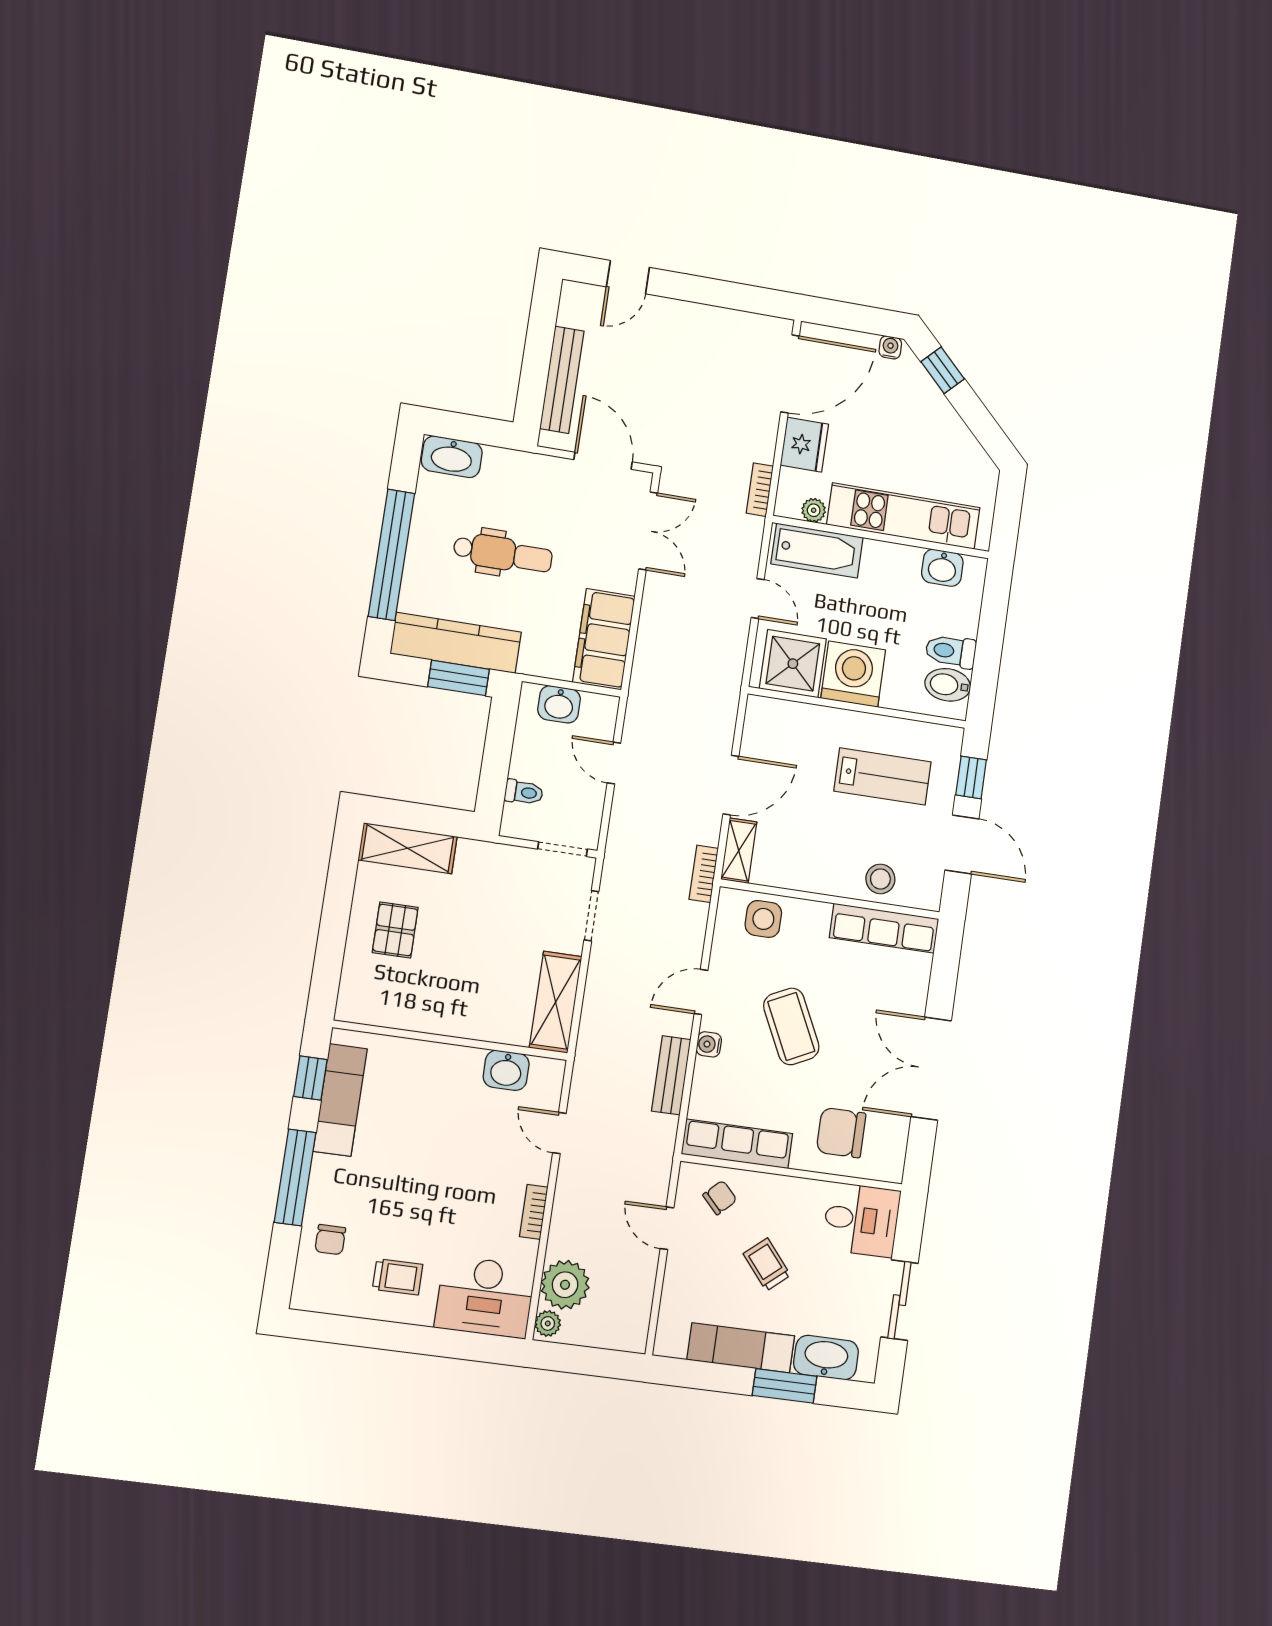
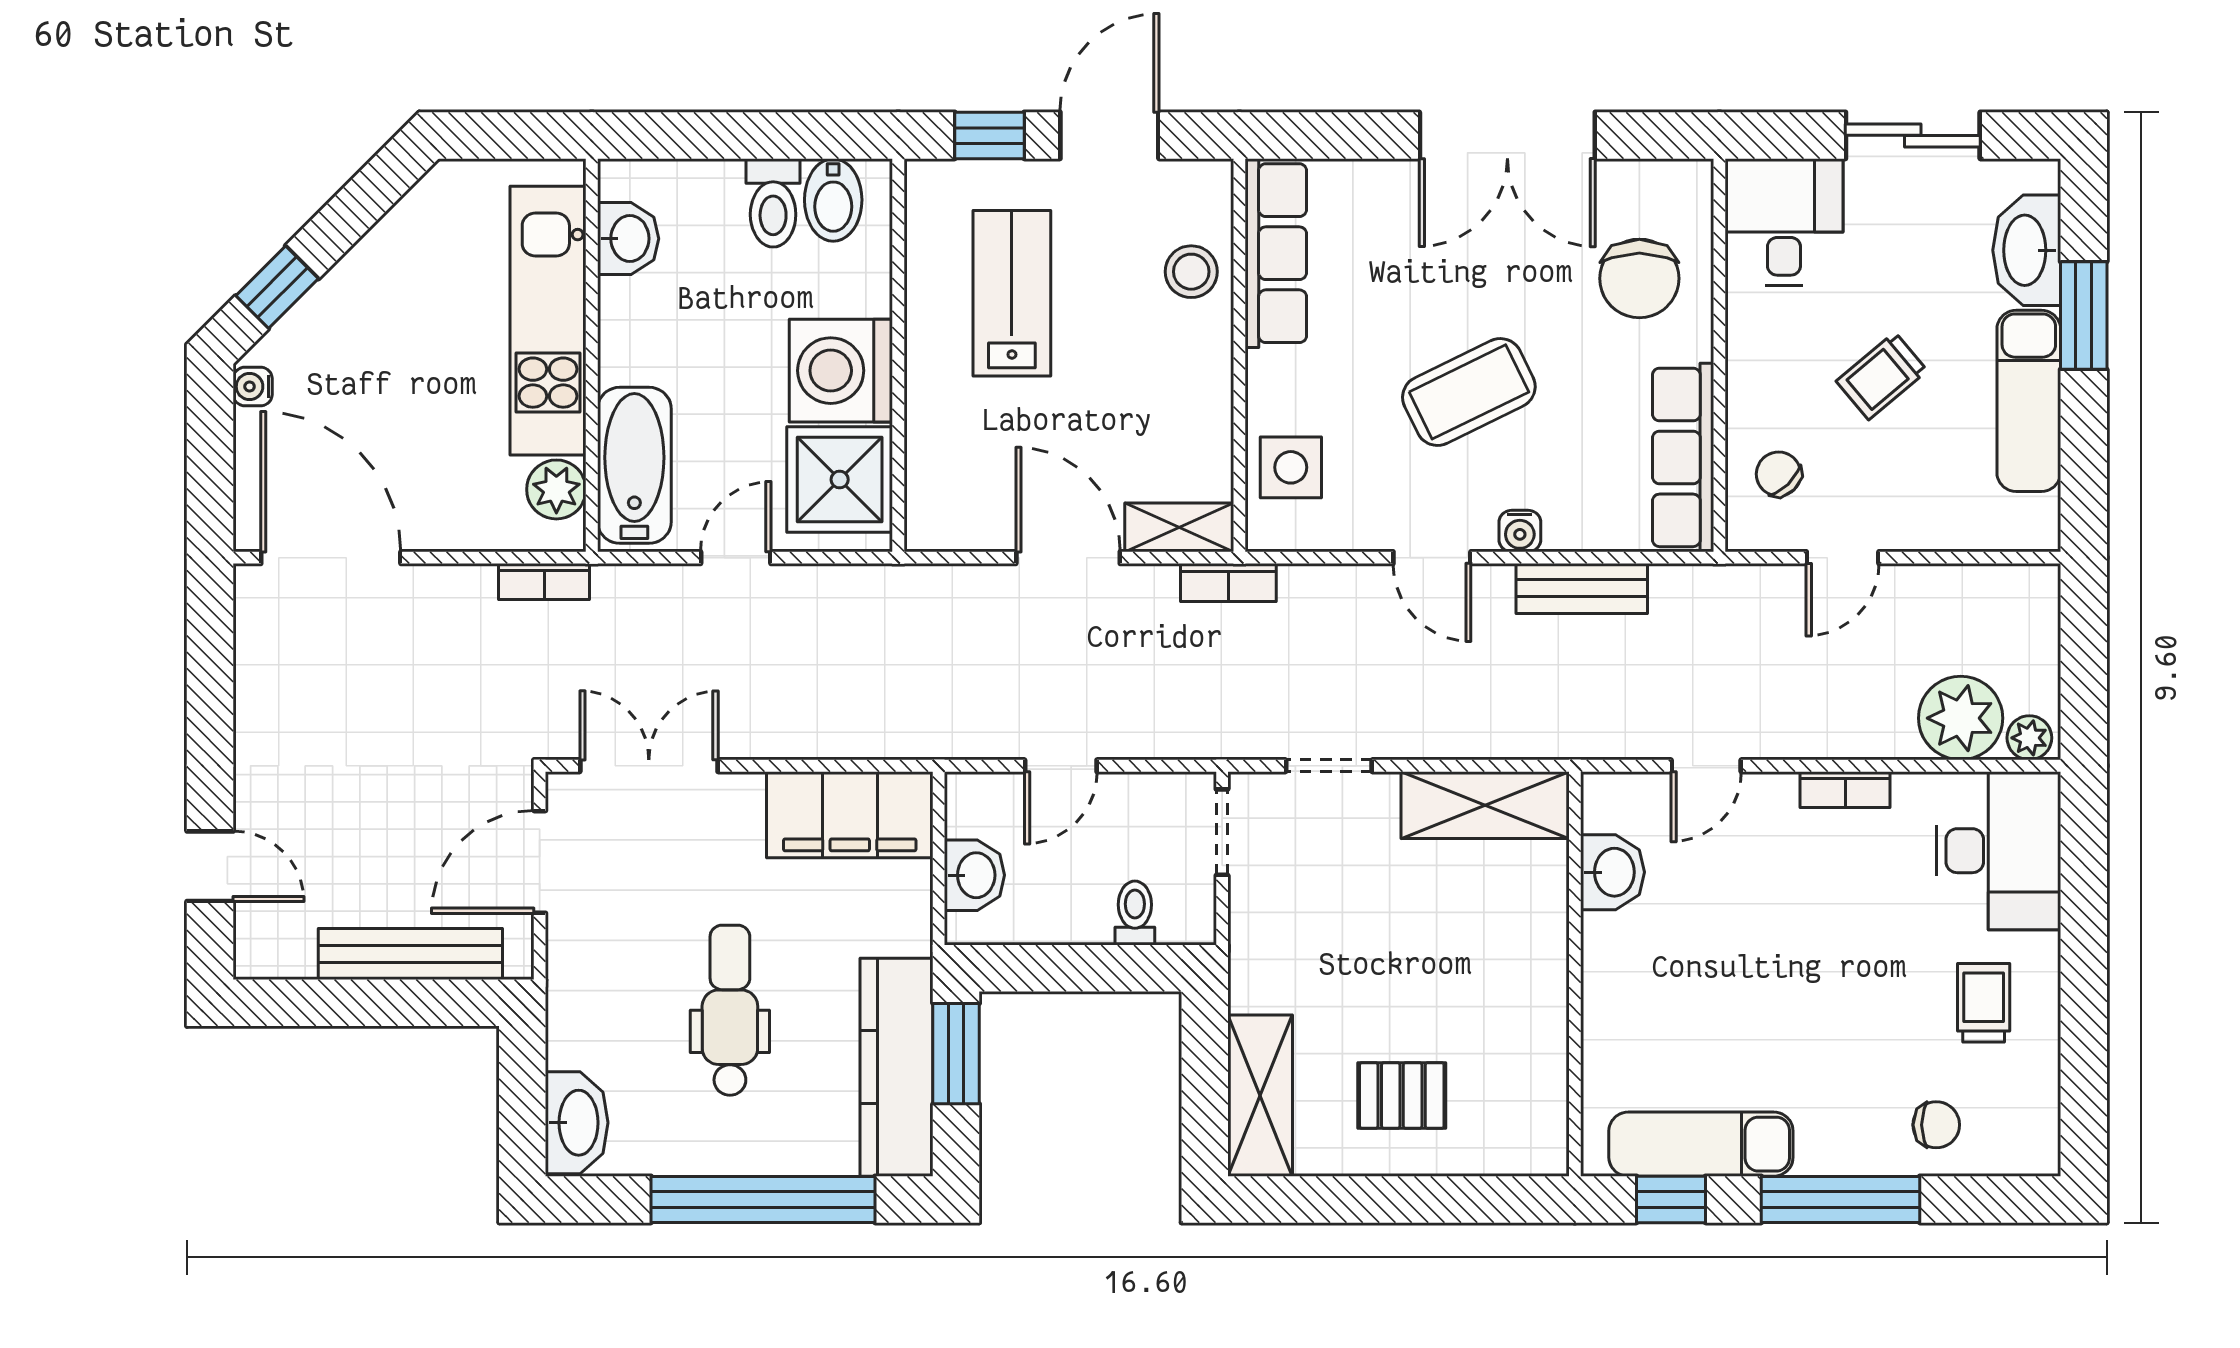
fridge: (804, 445) -> (452, 514), removed
plant: (814, 510) -> (556, 489), width x1.38, depth x1.38

